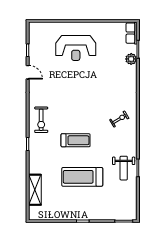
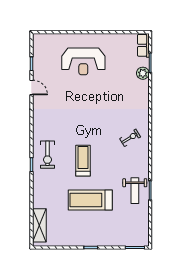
exercise bike: (41, 120) -> (47, 155), moved
treadmill: (76, 140) -> (83, 161), turned -90
shelving: (35, 190) -> (39, 225), moved

